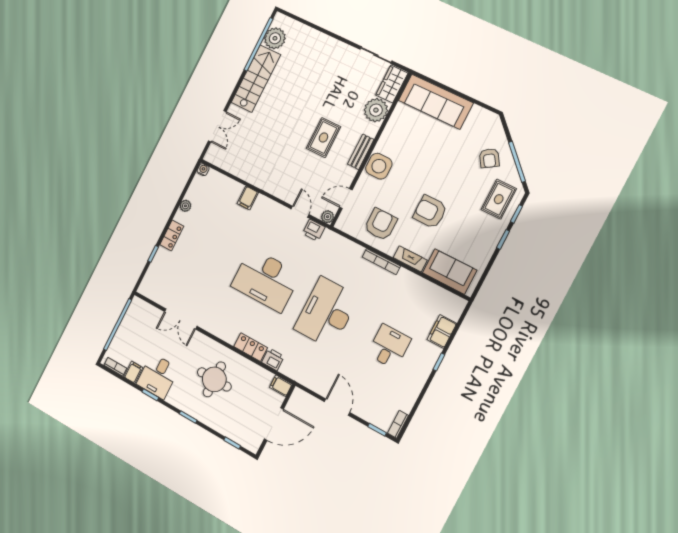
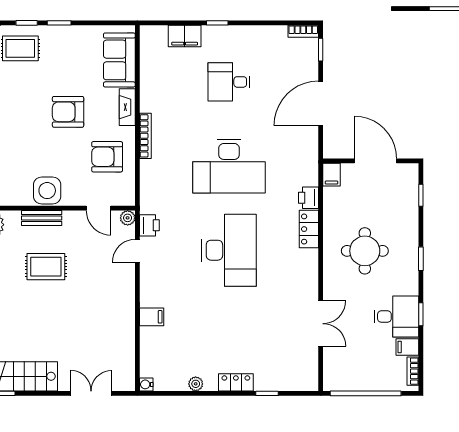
armchair: (430, 212) -> (68, 112), turned 90
door: (337, 407) -> (321, 103), width x1.36

